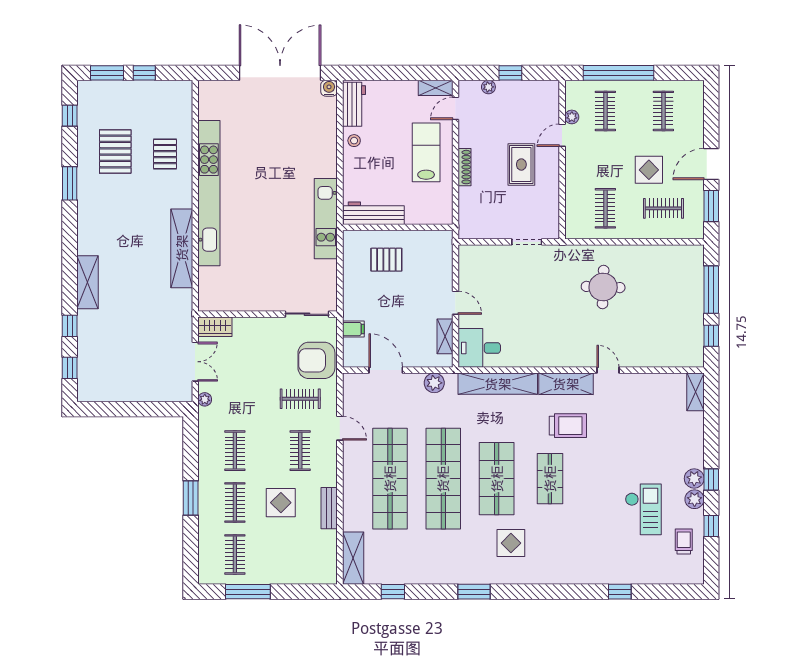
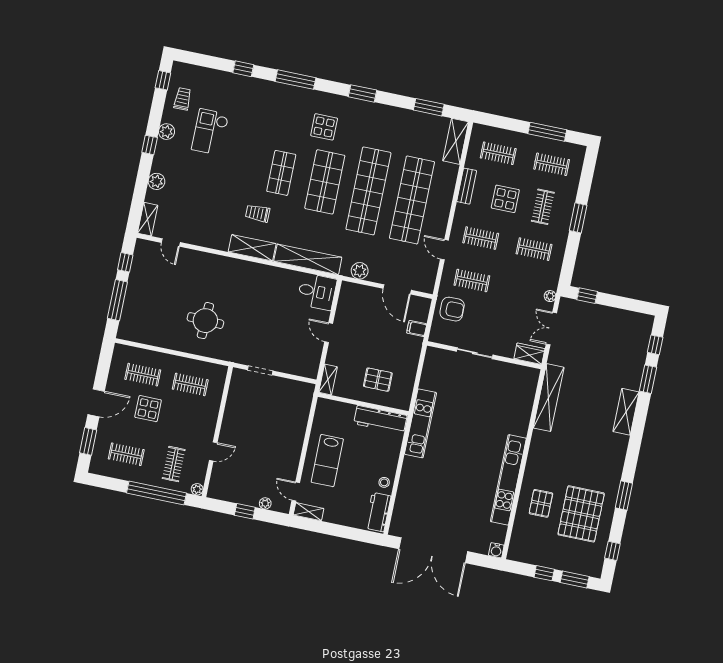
water cooler: (329, 88) -> (496, 550), moved
door: (455, 108) -> (296, 492), swing flipped
clothes rail: (663, 111) -> (126, 454), turned 90
plant: (572, 117) -> (197, 489), moved
pallet: (115, 151) -> (581, 514), width x1.37, depth x1.41
rug: (521, 165) -> (251, 435), removed
shoe rack: (465, 167) -> (298, 442), removed
kitchen unit: (209, 193) -> (508, 480), width x0.73
window: (711, 206) -> (88, 441), moved
clothes rail: (605, 208) -> (190, 384), turned 90
shelving: (182, 248) -> (549, 398), moved
sliding door: (307, 314) -> (475, 353), moved
window: (70, 326) -> (648, 379), width x1.50
shelving: (445, 336) -> (328, 380), moved
armchair: (316, 360) -> (452, 309), width x0.73, depth x0.73
door: (608, 370) -> (171, 242), moved
window: (161, 409) -> (587, 296), added
trolley: (568, 426) -> (258, 213), width x0.73, depth x0.72
clothes rail: (235, 451) -> (534, 249), turned 90
clothes rail: (300, 451) -> (481, 238), turned 90
plant: (694, 478) -> (157, 181), moved
window: (711, 526) -> (163, 80), moved
trolley: (684, 541) -> (183, 99), turned 180
clothes rail: (235, 554) -> (552, 164), turned 90
clothes rail: (300, 554) -> (498, 153), added
window: (393, 592) -> (429, 107), width x1.50
window: (556, 592) -> (295, 80), added

